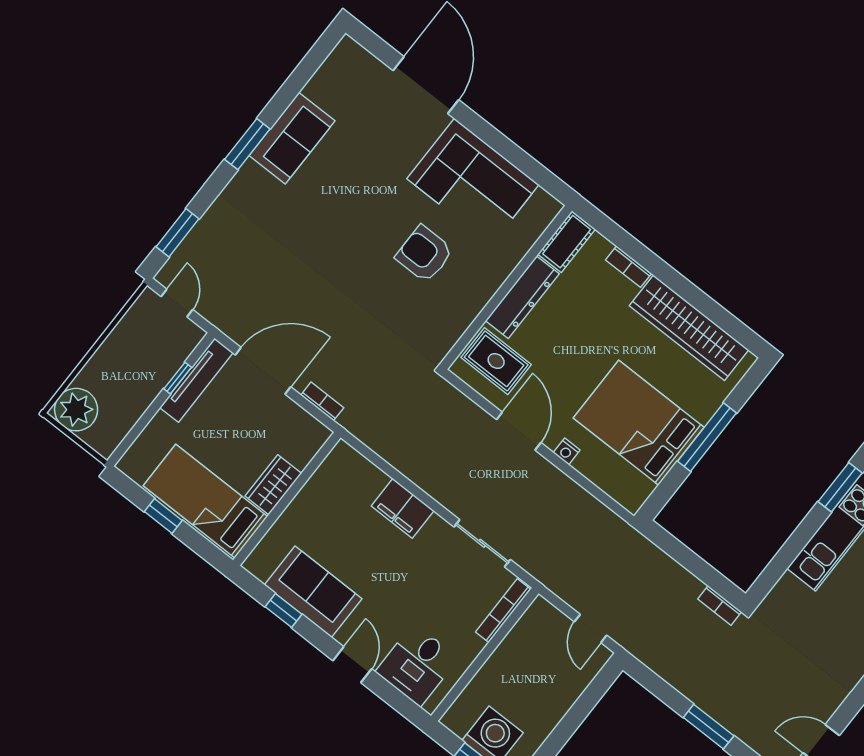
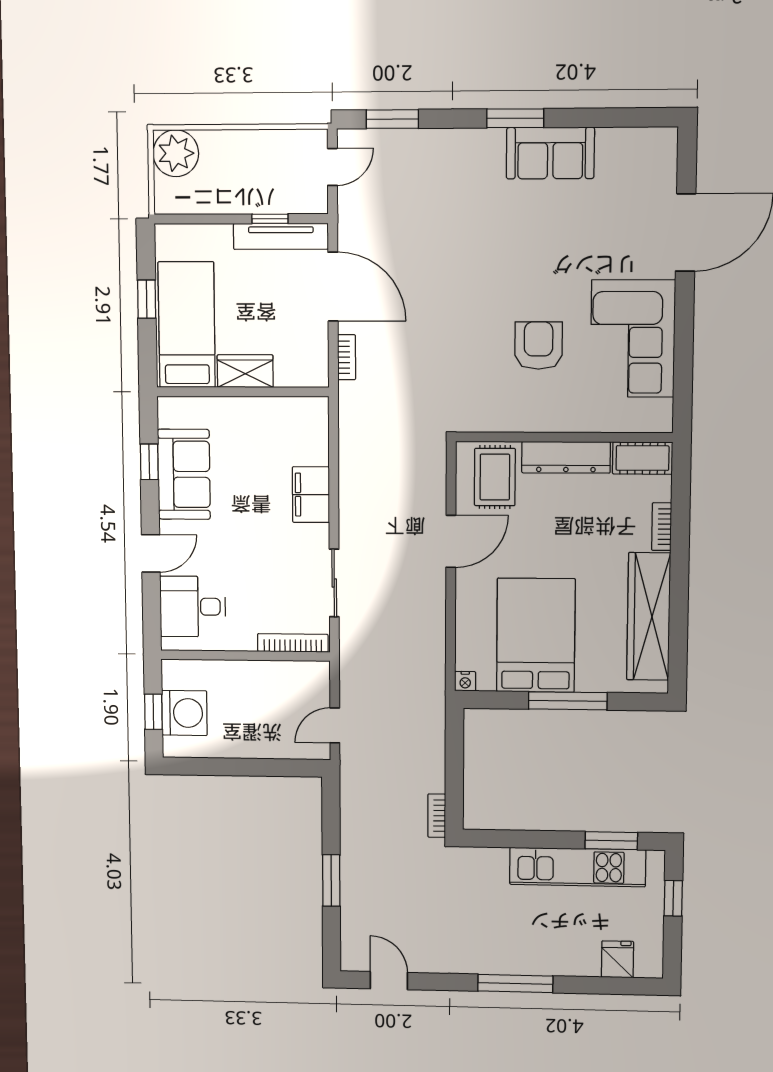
nightstand: (567, 451) -> (465, 681), moved, turned -90

